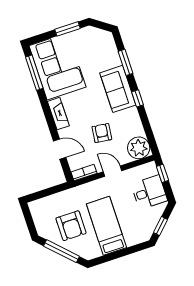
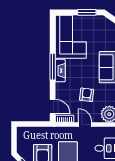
window: (34, 73) -> (53, 67), moved
door: (60, 149) -> (53, 107), moved

